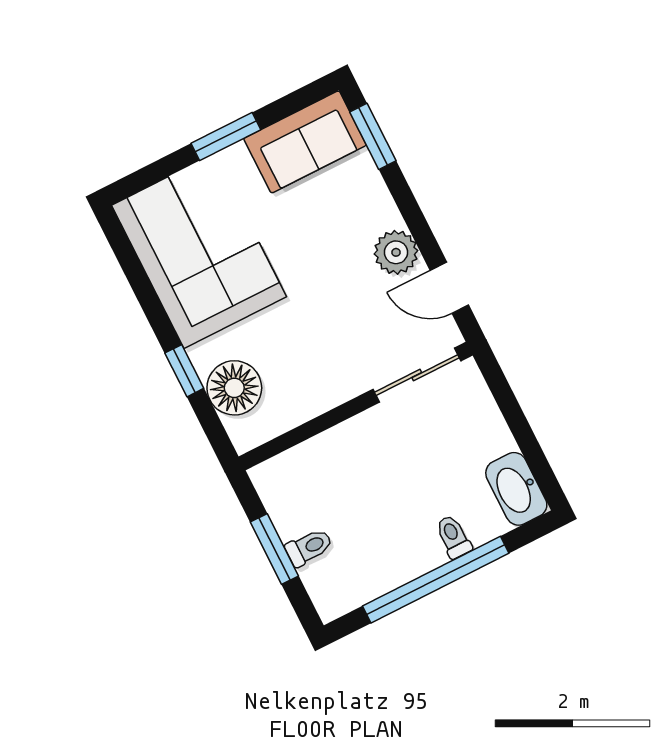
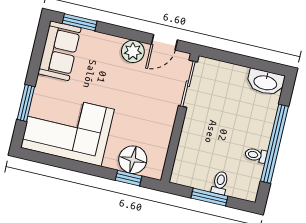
window: (226, 136) -> (26, 103), moved
window: (184, 371) -> (129, 178), moved
toilet: (453, 537) -> (256, 155), moved

